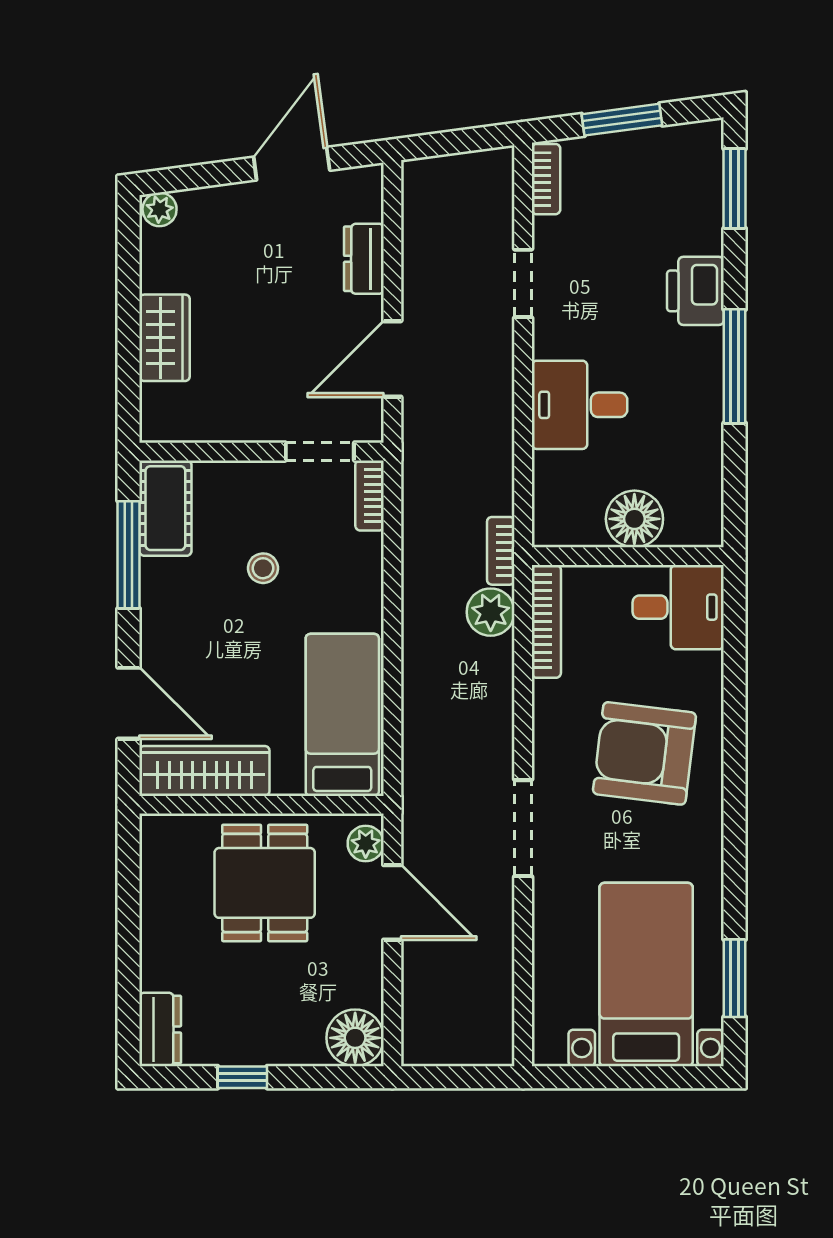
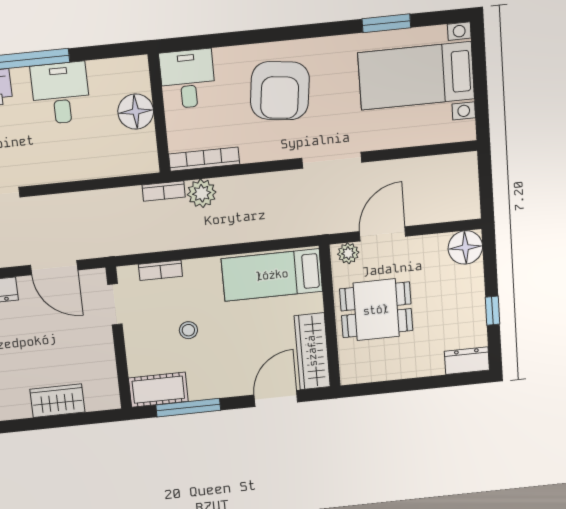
desk: (579, 405) -> (61, 93), moved, turned 180
bookcase: (370, 495) -> (160, 270), moved
window: (735, 978) -> (386, 23), moved

